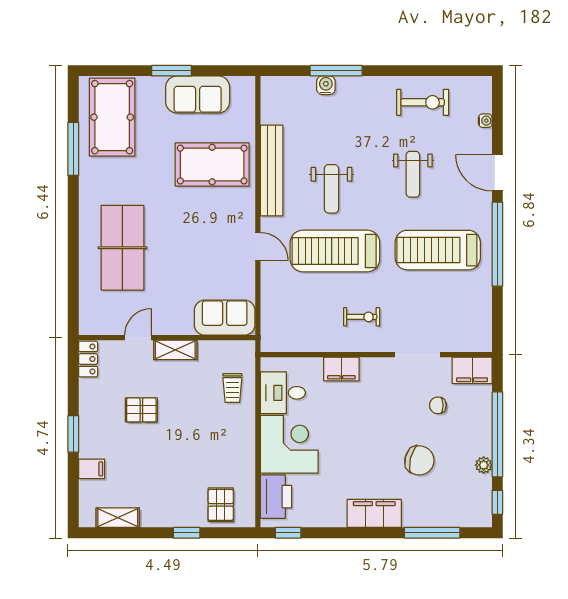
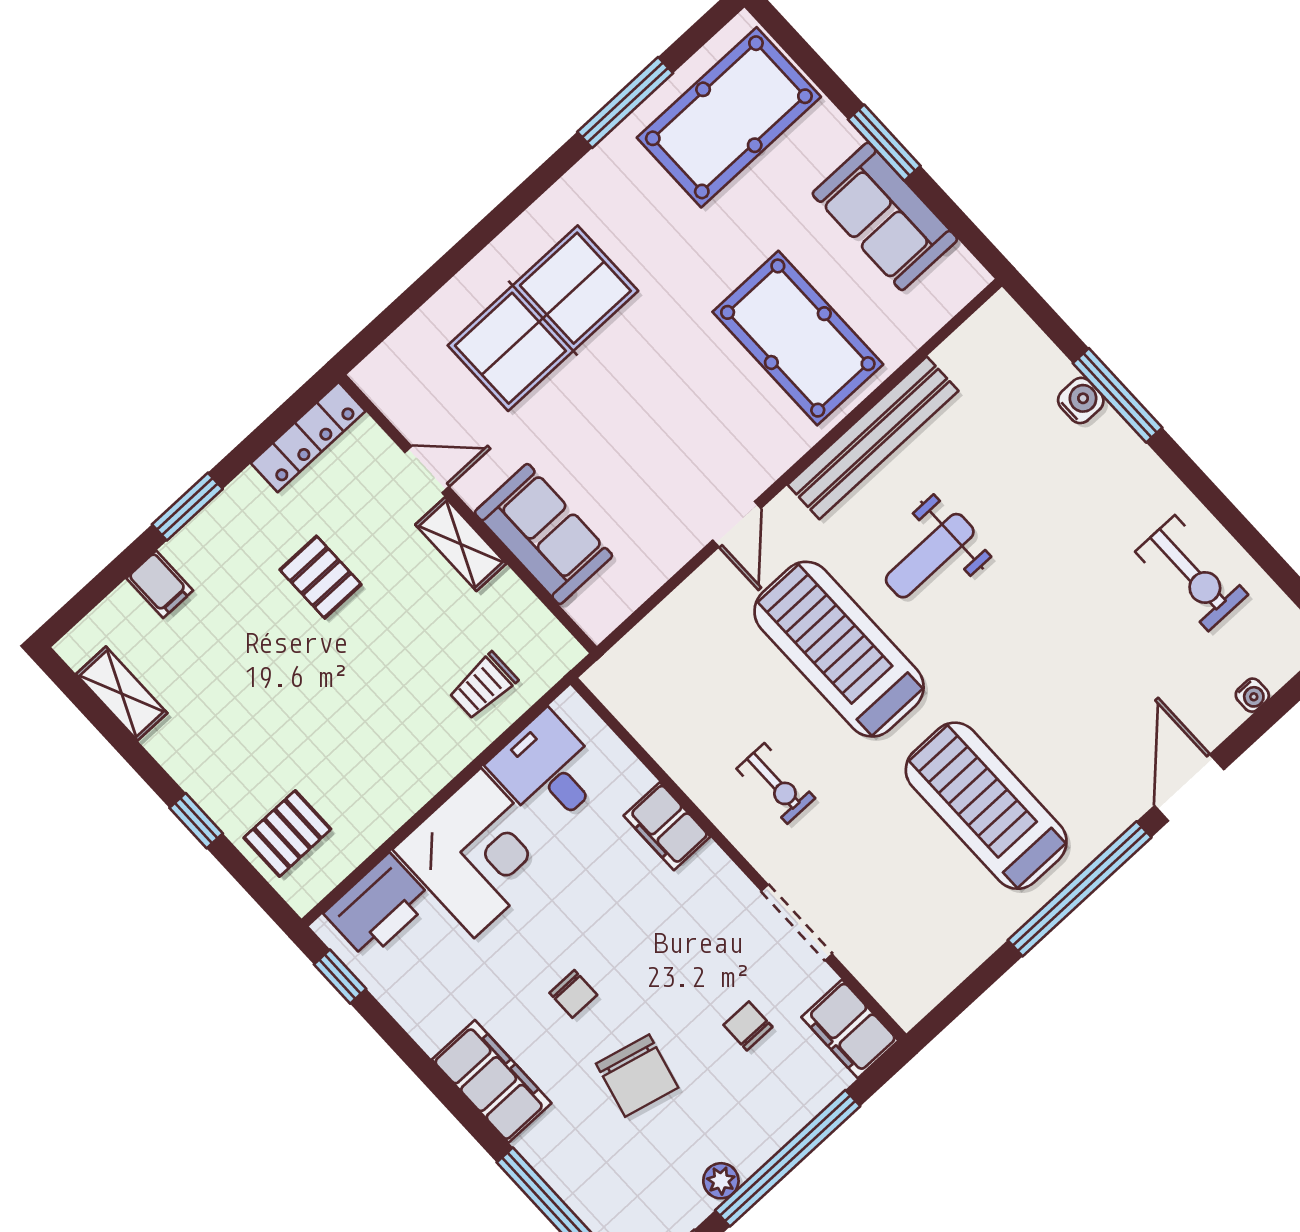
weight bench: (413, 174) -> (1067, 660), removed
sofa: (225, 318) -> (543, 534), moved
locker: (88, 359) -> (308, 437), width x1.53
chair: (370, 456) -> (573, 994), added

